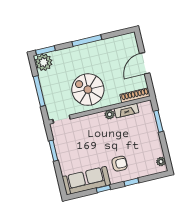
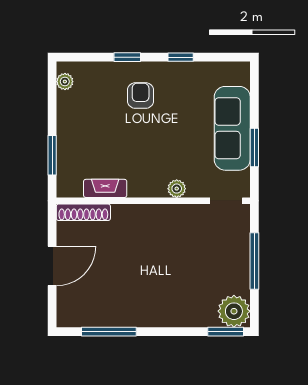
window: (87, 41) -> (109, 332), moved
spiral stairs: (88, 90) -> (166, 243), removed
plant: (110, 114) -> (177, 189), moved
armchair: (120, 164) -> (141, 96), turned 90
sofa: (86, 181) -> (232, 128), moved, turned 90

